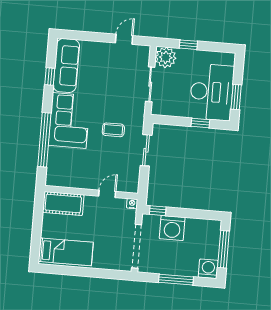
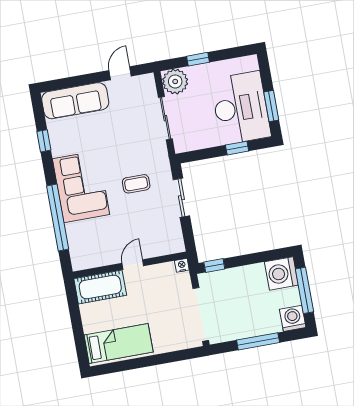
sofa: (66, 65) -> (75, 101), moved, turned 90
door: (107, 194) -> (133, 264), moved
washing machine: (172, 228) -> (281, 273), moved, turned 90

